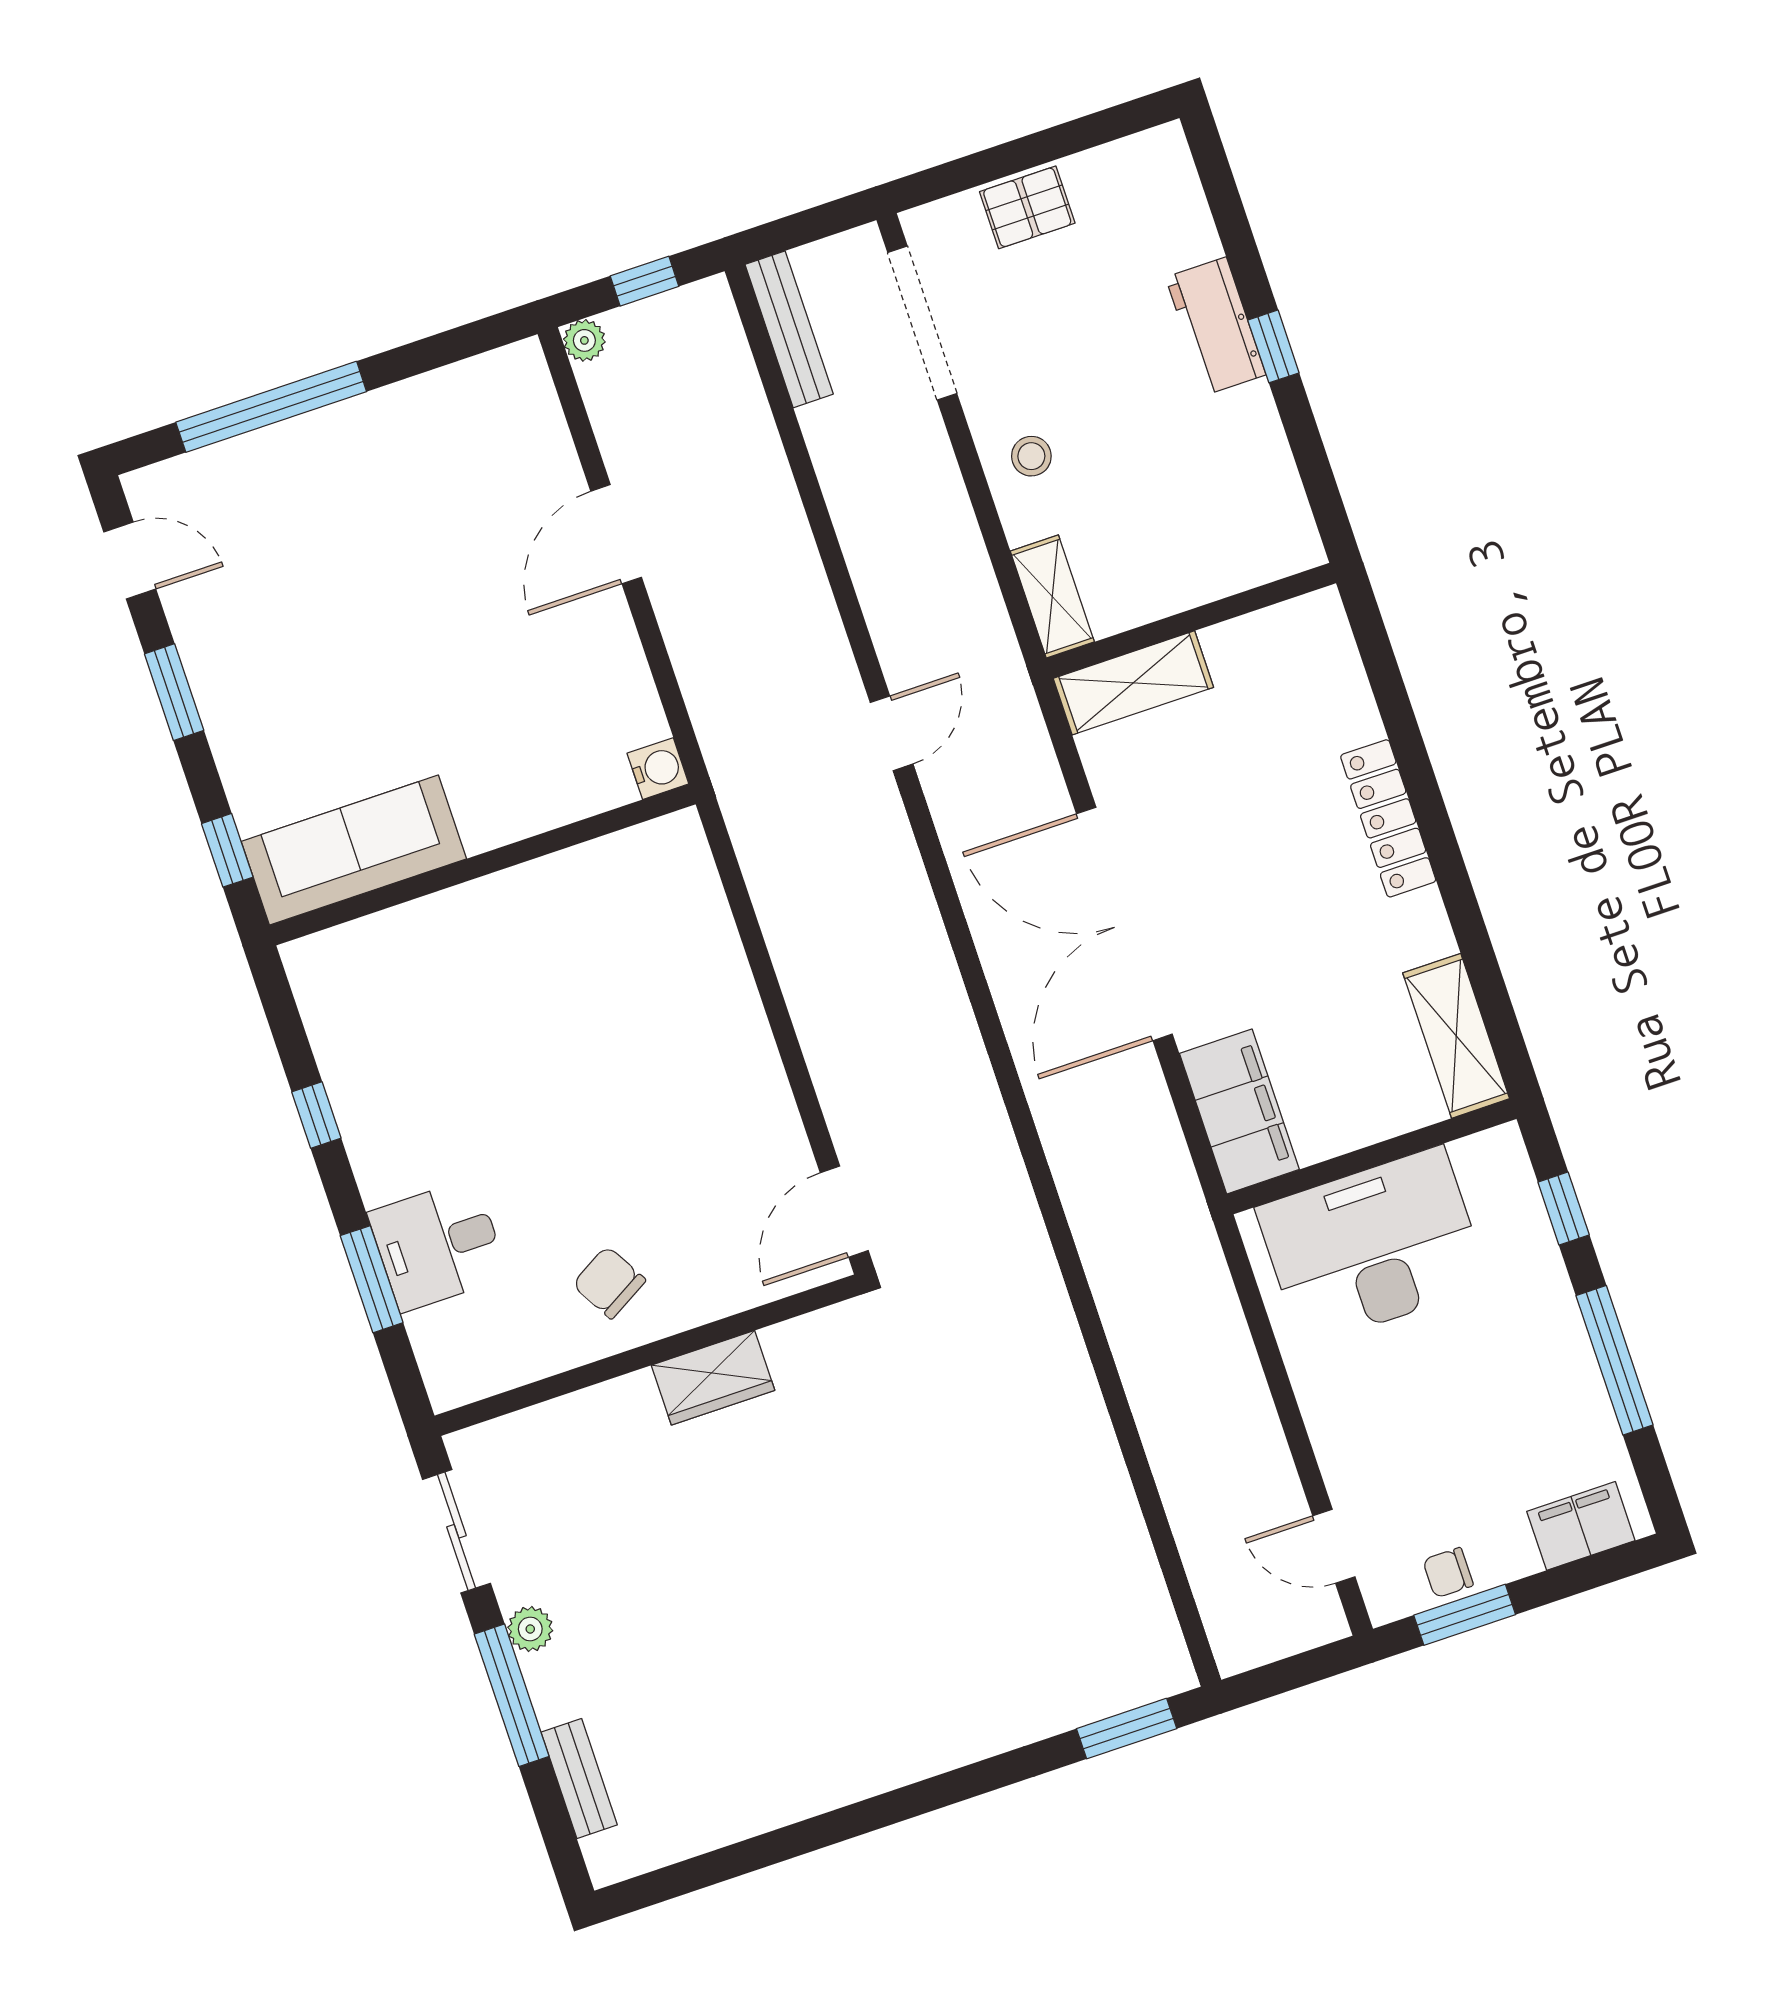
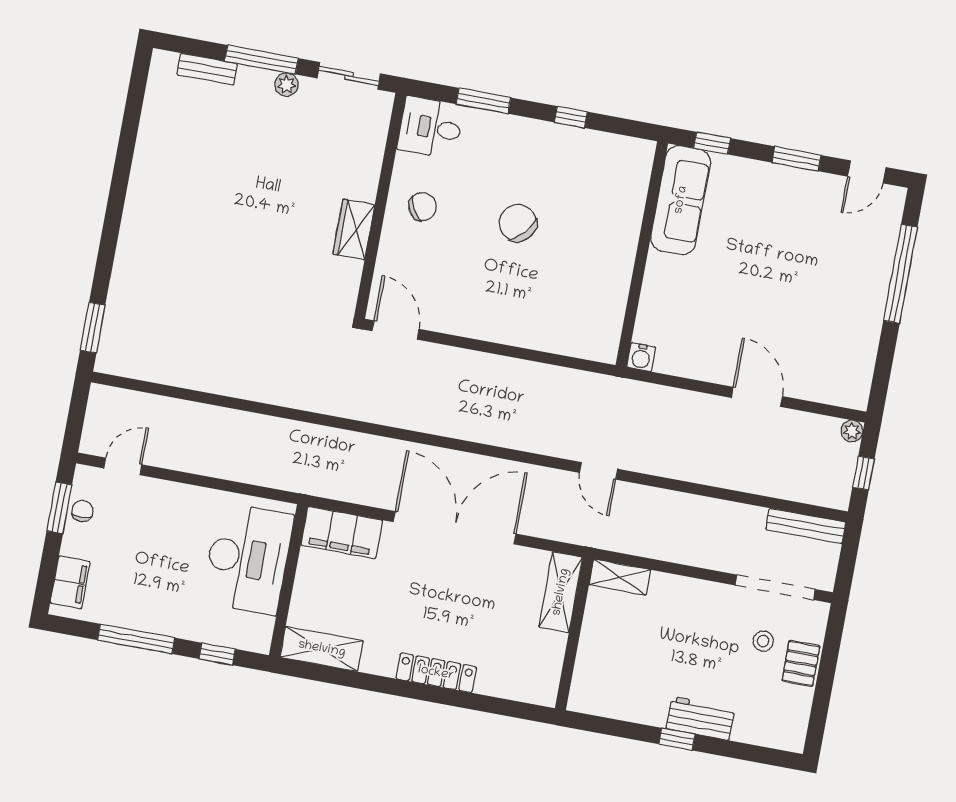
stool: (1031, 456) -> (763, 641), moved
chair: (547, 1105) -> (518, 223), added
desk: (438, 1245) -> (431, 127), moved, turned -90

